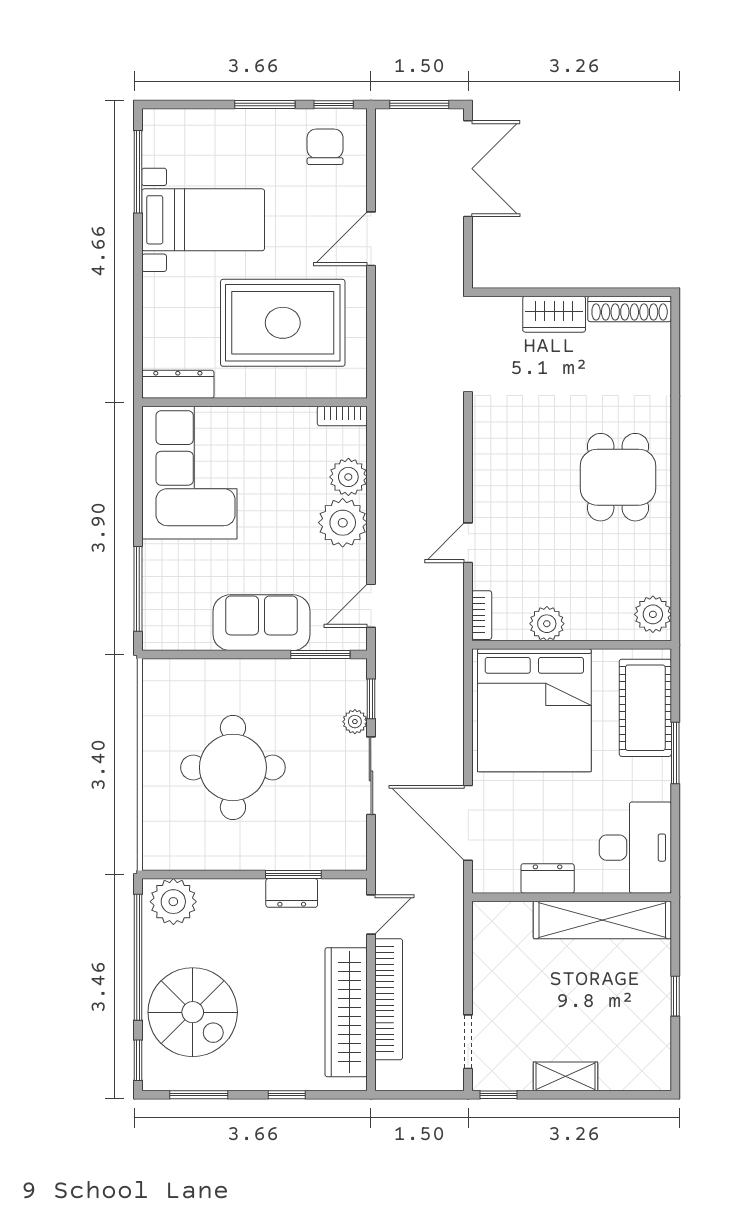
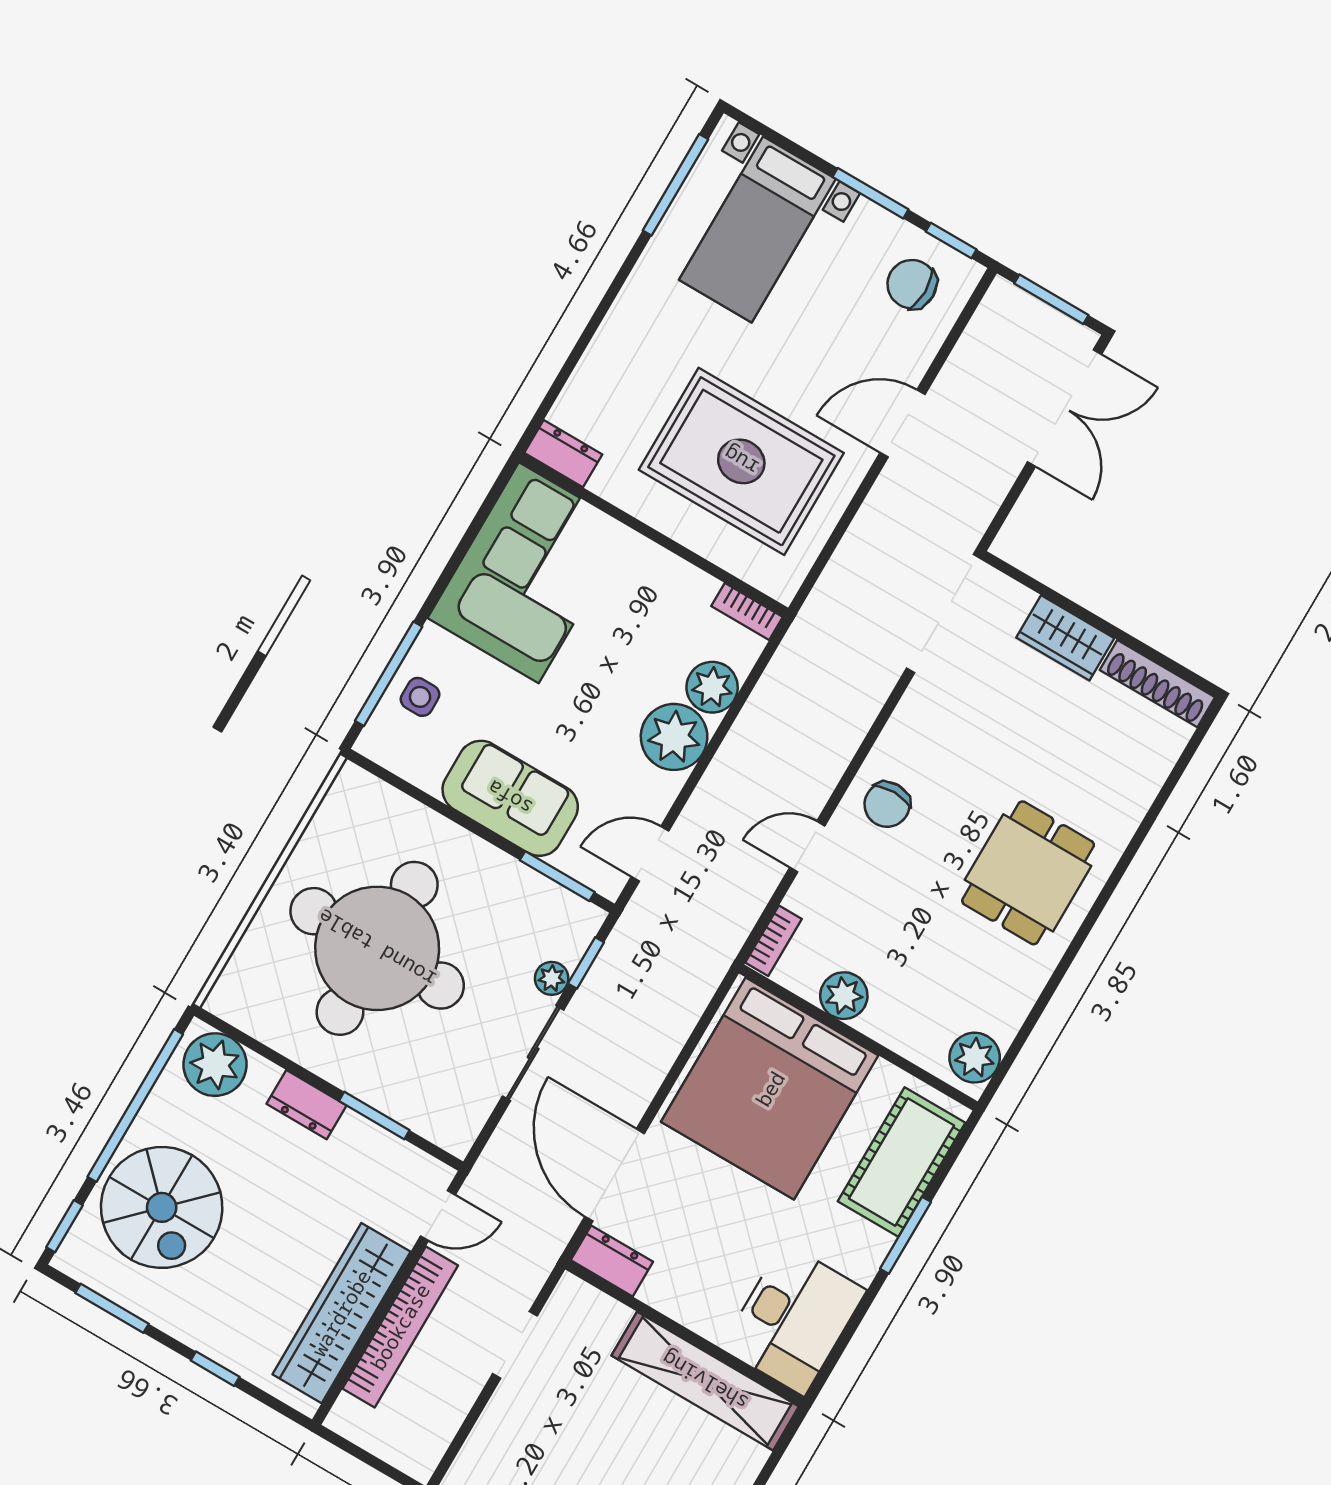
chair: (325, 147) -> (912, 284), turned -90
bed with nightstands: (203, 220) -> (757, 229), moved, turned 90
dresser: (178, 384) -> (563, 454), width x0.70
chair: (503, 486) -> (887, 805), added
side table: (167, 592) -> (420, 697), added
round table: (233, 767) -> (377, 948), width x1.36, depth x1.36
dresser: (548, 878) -> (612, 1261), moved
dresser: (292, 893) -> (306, 1105), moved
doorway: (468, 1042) -> (515, 1345), moved

